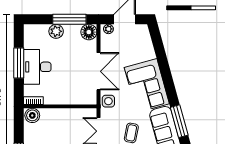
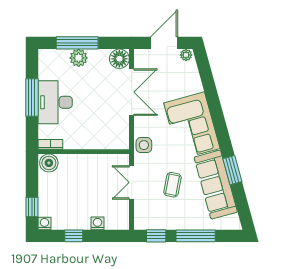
window: (69, 19) -> (77, 43), moved
plant: (108, 29) -> (186, 55), moved
double door: (98, 71) -> (132, 92), moved
window: (179, 121) -> (232, 170), width x0.69

